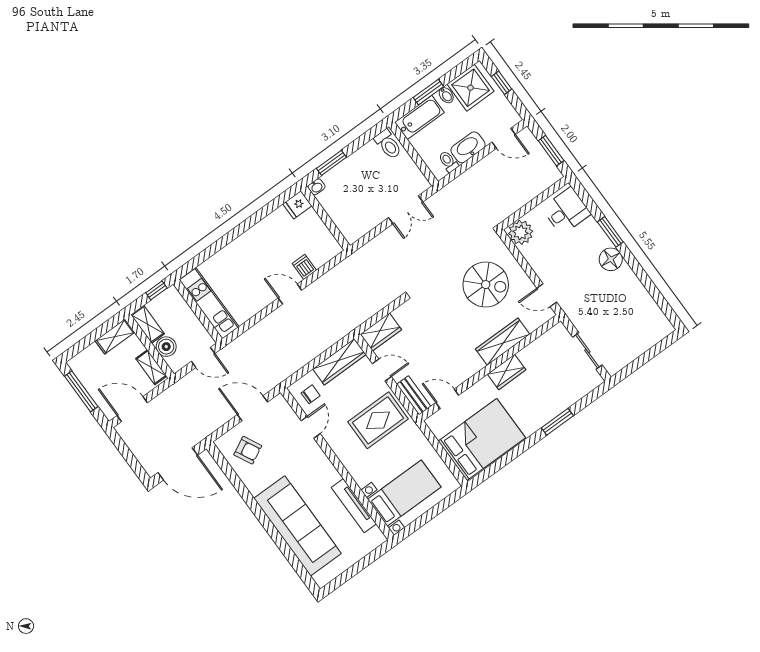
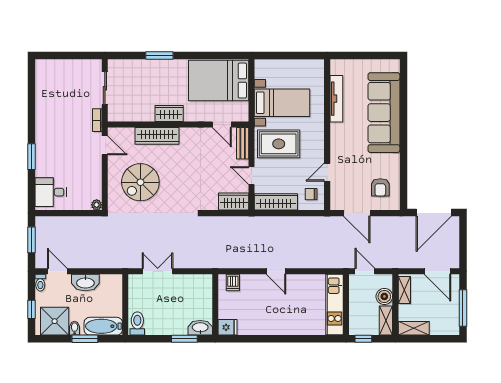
toilet: (448, 162) -> (40, 283), moved
washbasin: (316, 187) -> (200, 328), width x1.91, depth x1.45
plant: (521, 232) -> (97, 205), width x0.53, depth x0.53
floor lamp: (611, 259) -> (45, 138), removed
dishwasher: (304, 267) -> (233, 282), moved
spiral stairs: (486, 285) -> (140, 182), turned -90
bookcase: (572, 314) -> (97, 120), added
armchair: (248, 450) -> (380, 187), turned -153
door: (178, 464) -> (434, 212), swing flipped
bed with nightstands: (404, 493) -> (282, 103), moved, turned 180

